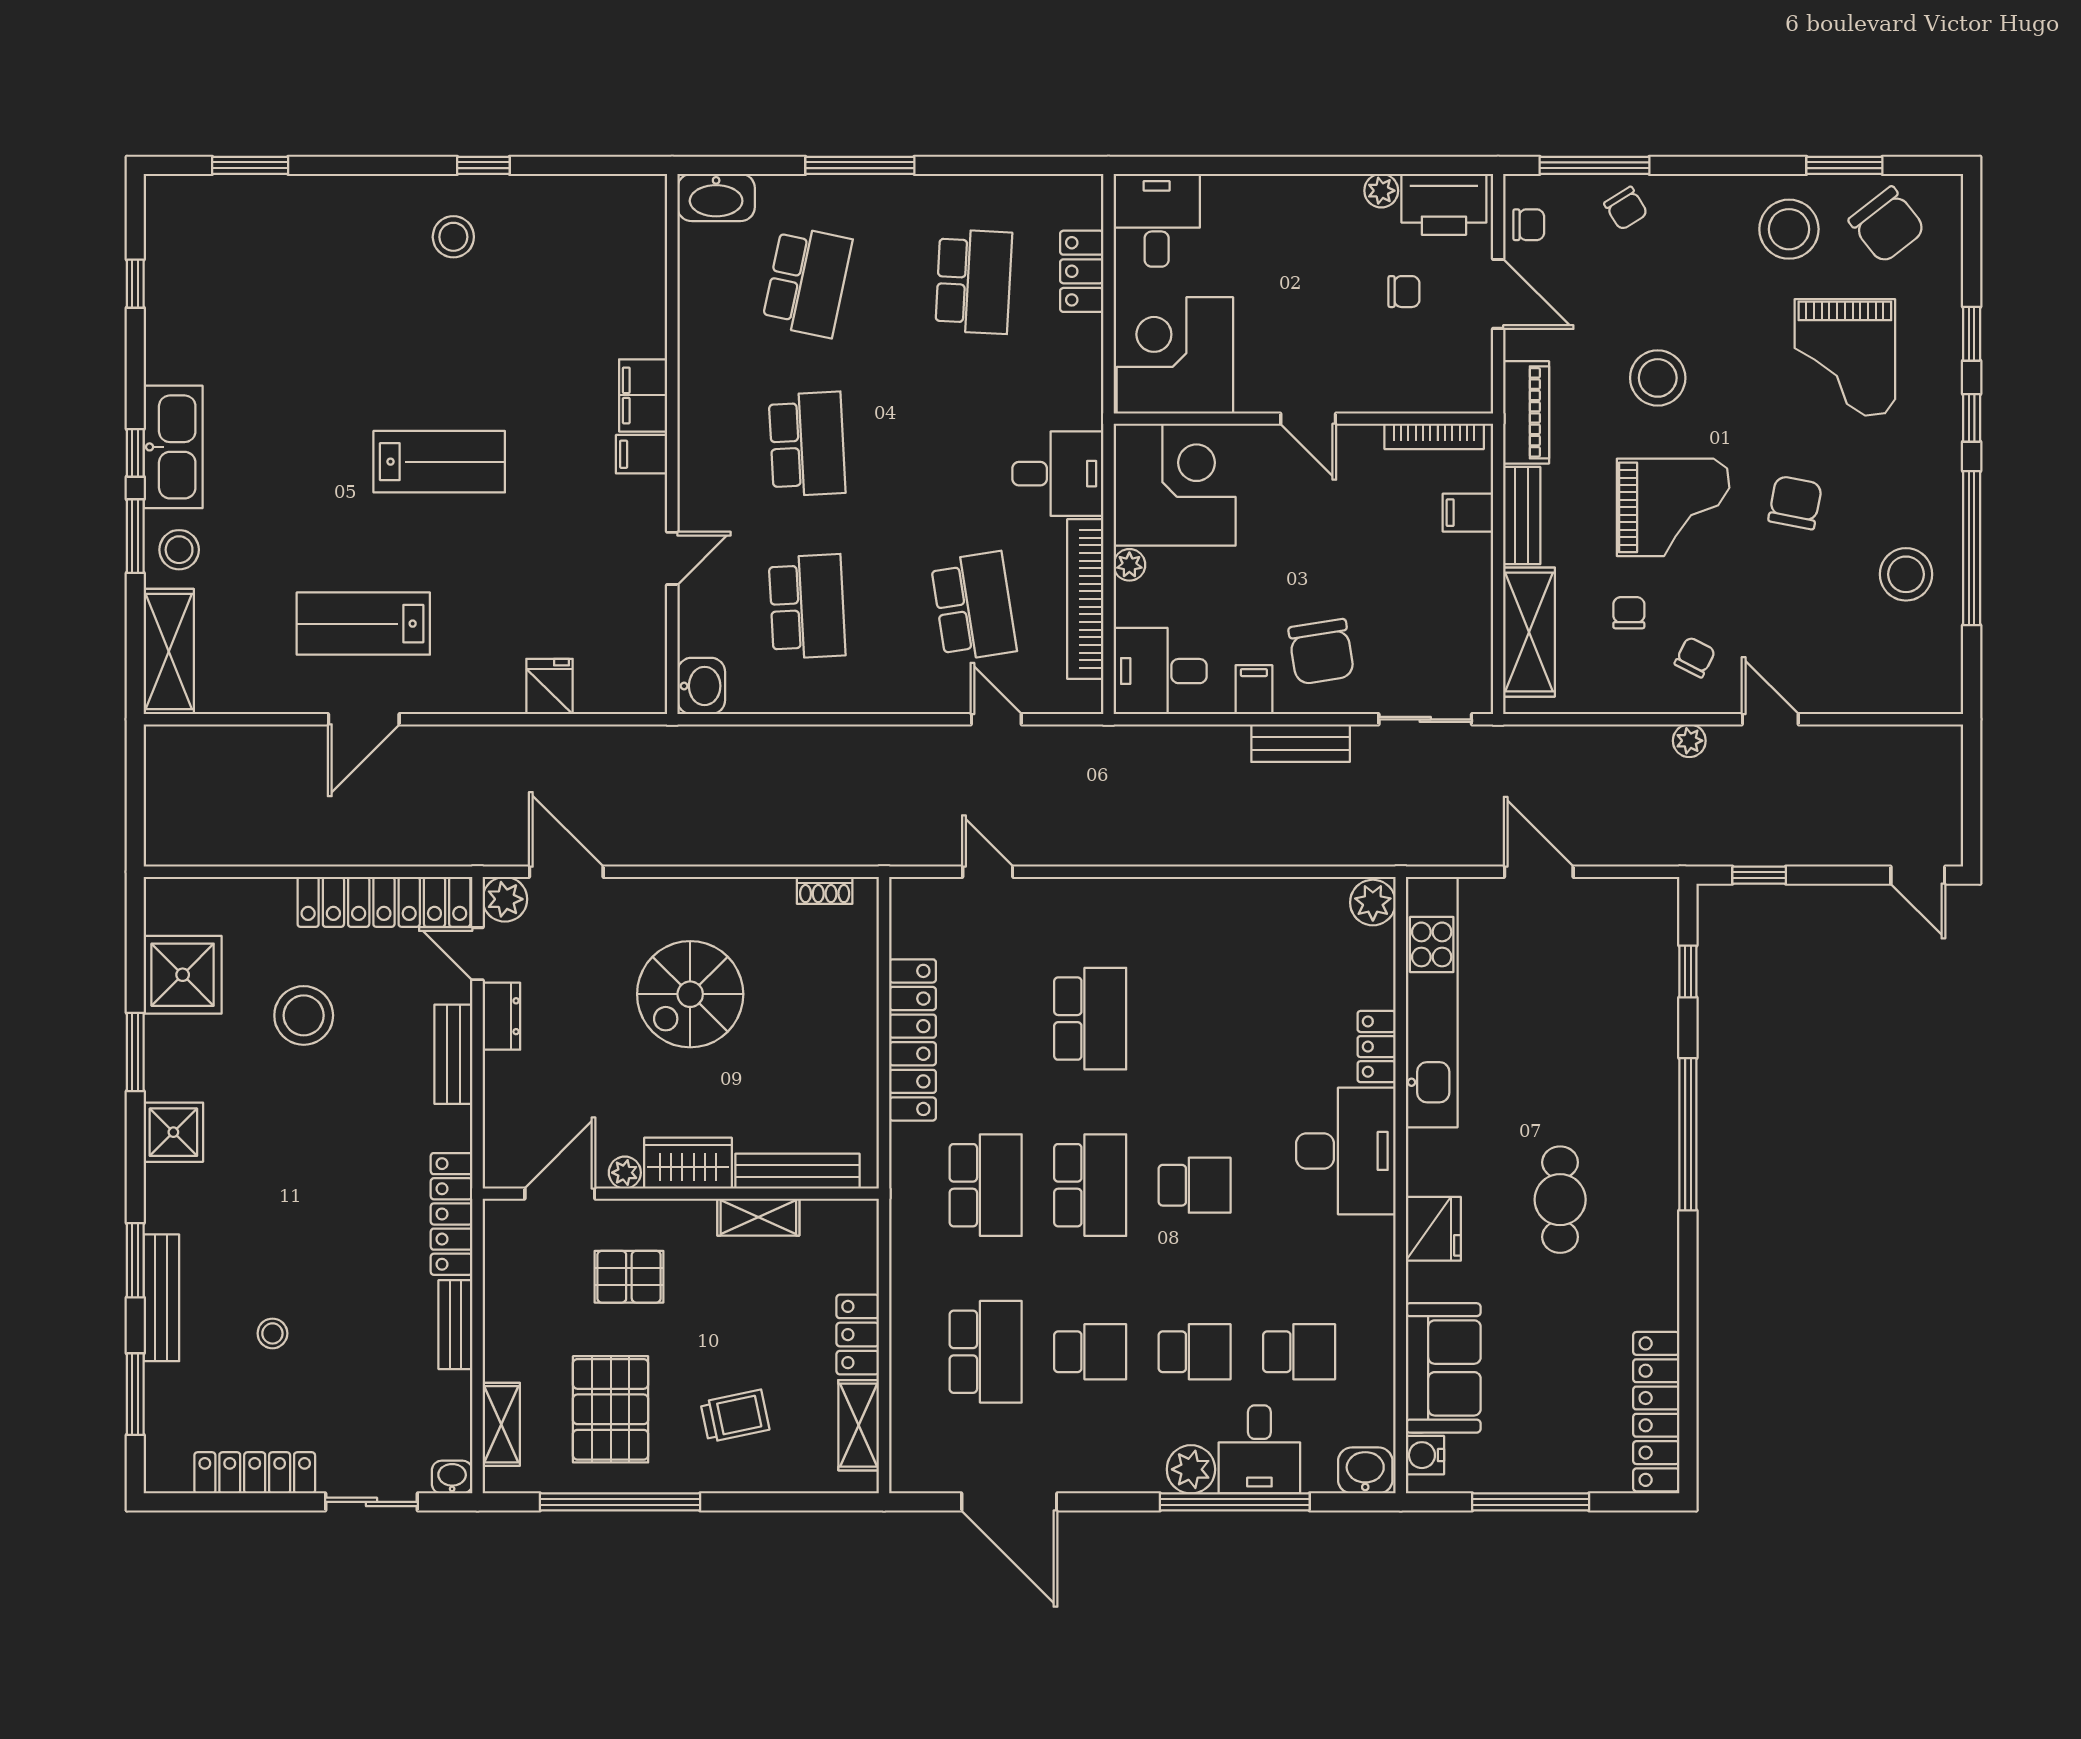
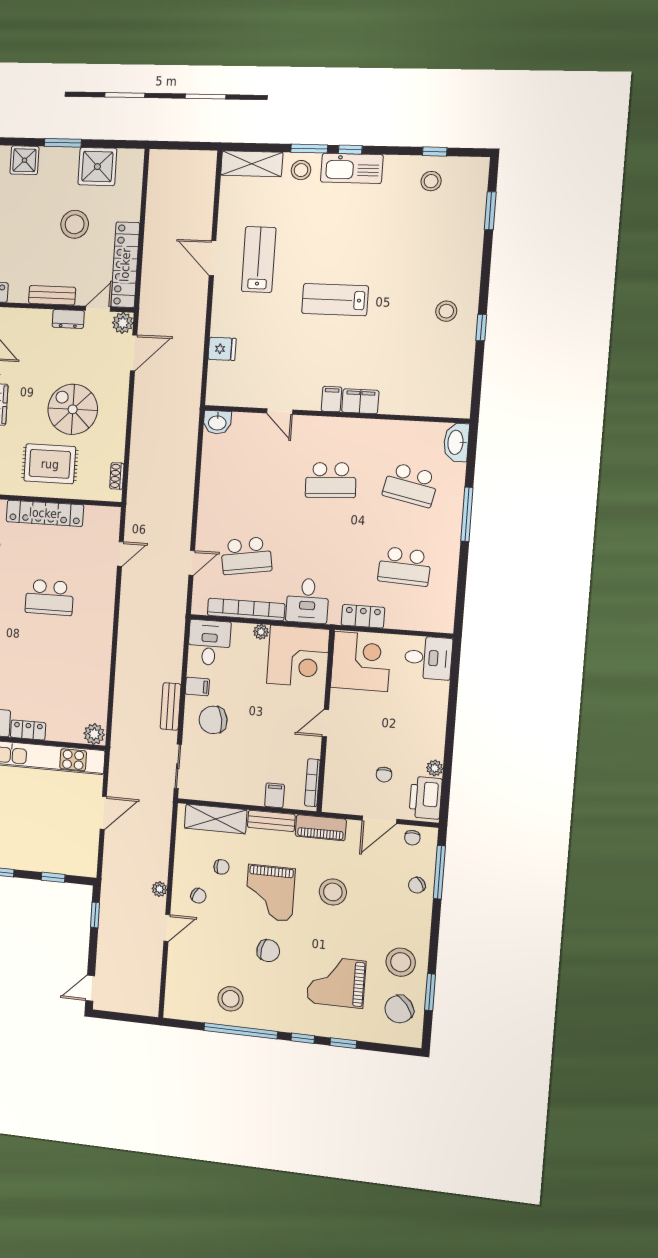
locker: (1082, 271) -> (363, 616), moved
stool: (194, 286) -> (431, 181), added
lab bench: (439, 462) -> (335, 300), turned 90
school desk: (807, 606) -> (252, 476), removed
rug: (807, 1036) -> (50, 464), added

